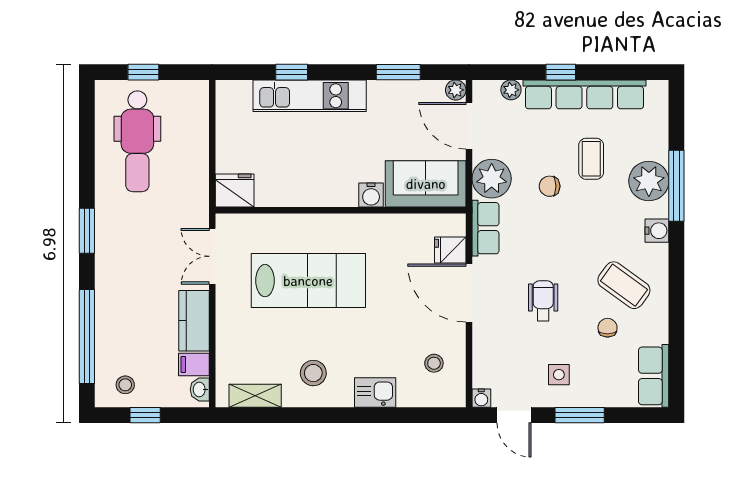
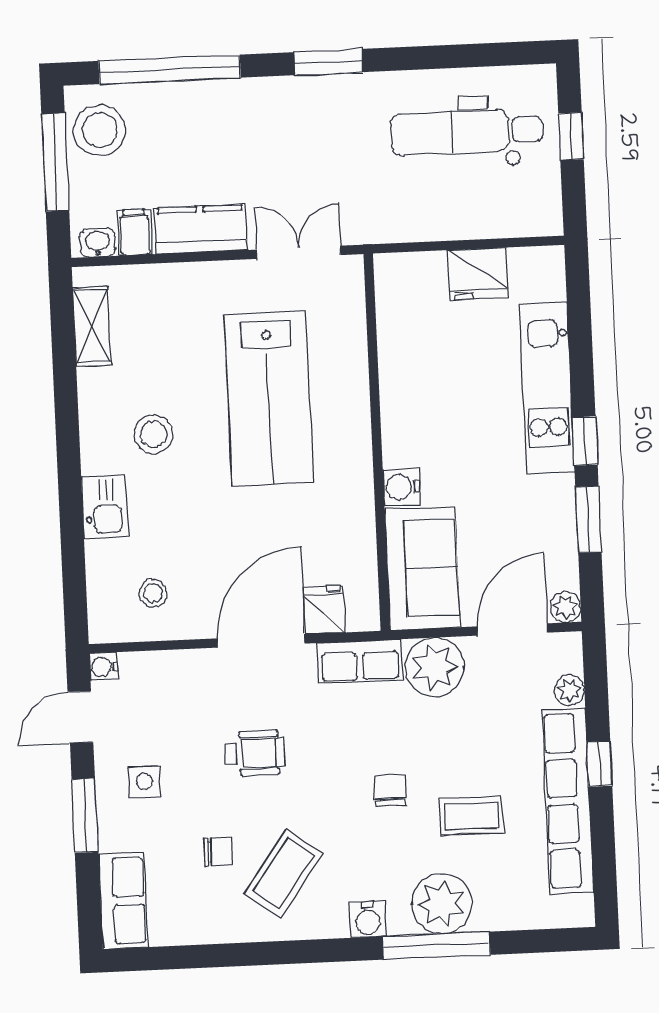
window: (292, 72) -> (585, 441), moved
chair: (550, 186) -> (390, 790), moved
fridge: (235, 191) -> (478, 274), moved, turned 90
stool: (313, 373) -> (153, 434), moved
row of seats: (654, 376) -> (123, 901), moved, turned 90
stool: (125, 385) -> (100, 130), width x1.89, depth x1.89
window: (145, 415) -> (55, 162), width x2.17

